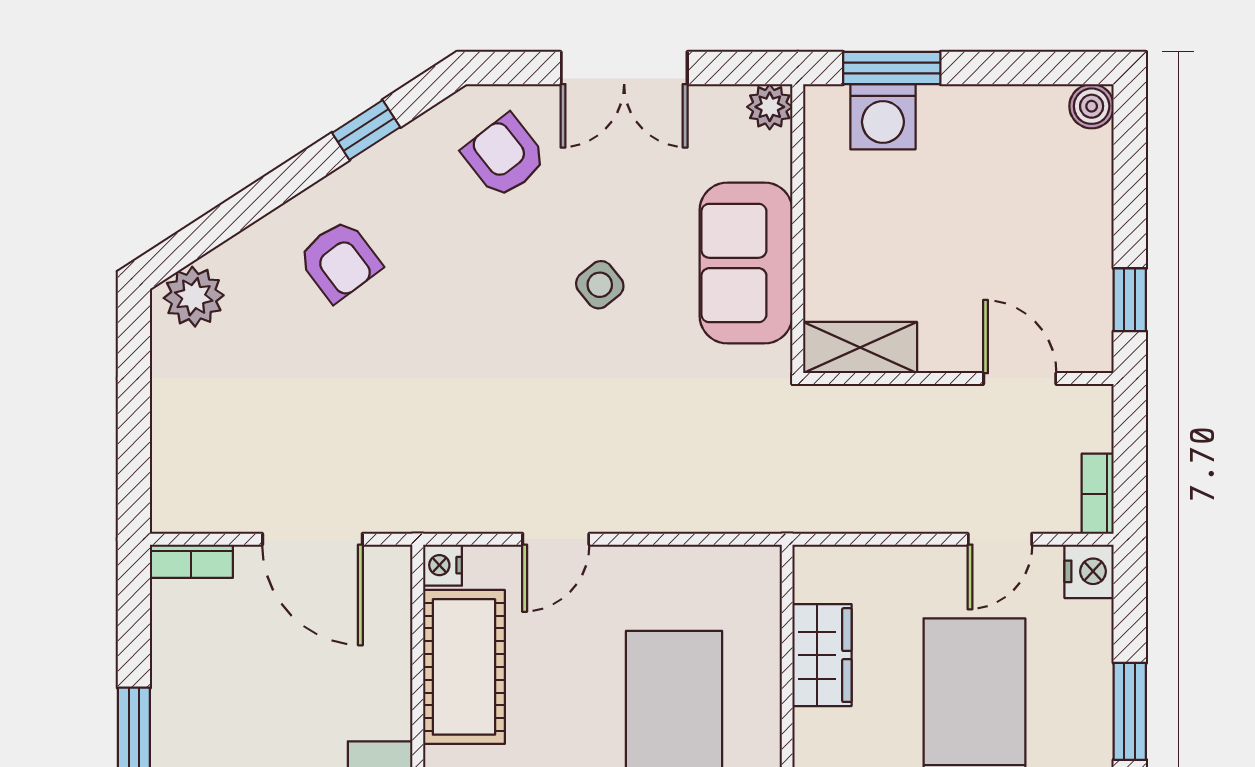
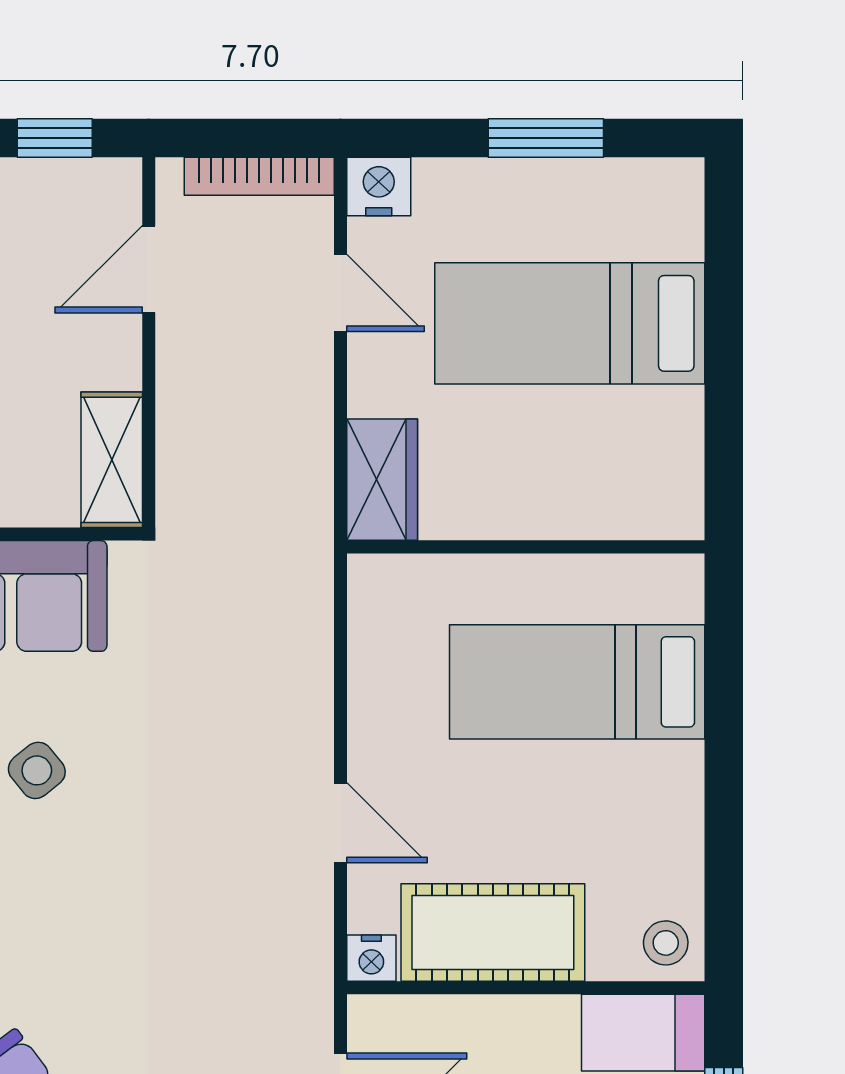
bookcase: (1098, 494) -> (259, 176), width x1.56
wardrobe: (822, 655) -> (382, 480), moved, turned 90

